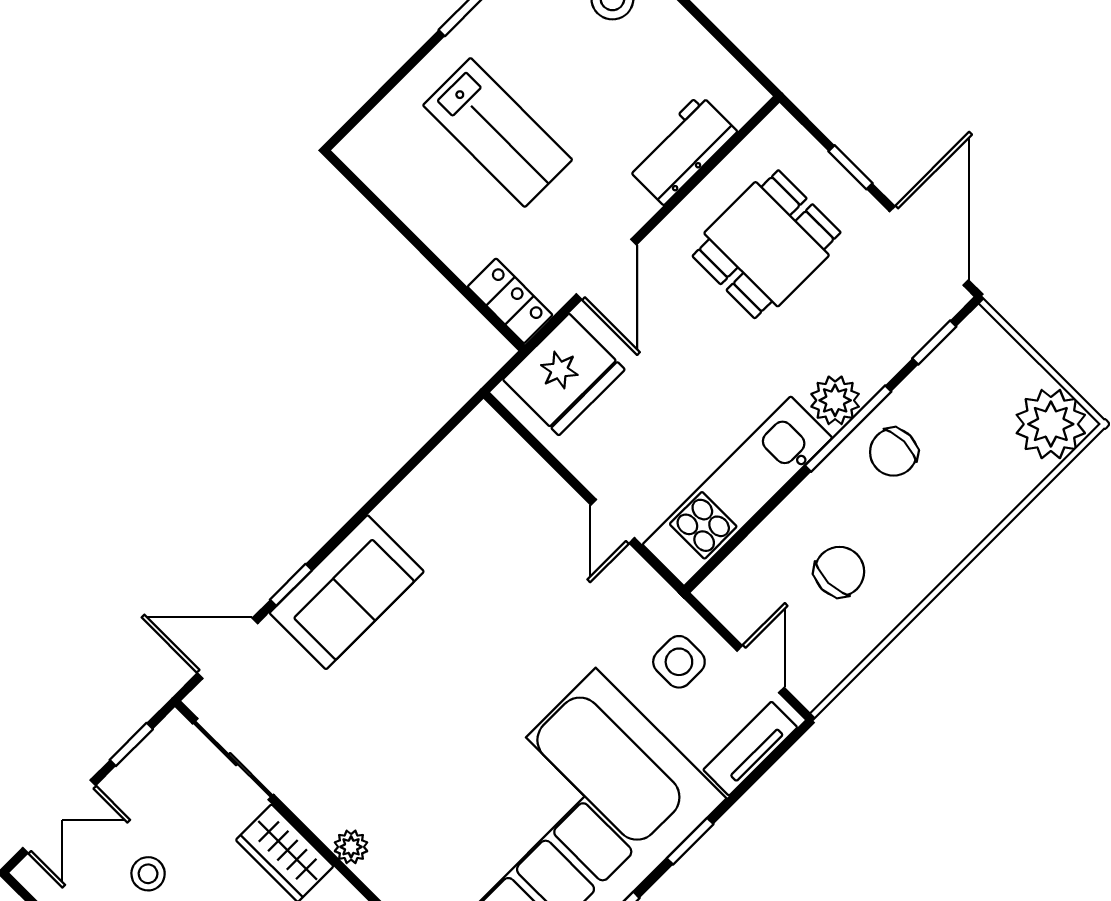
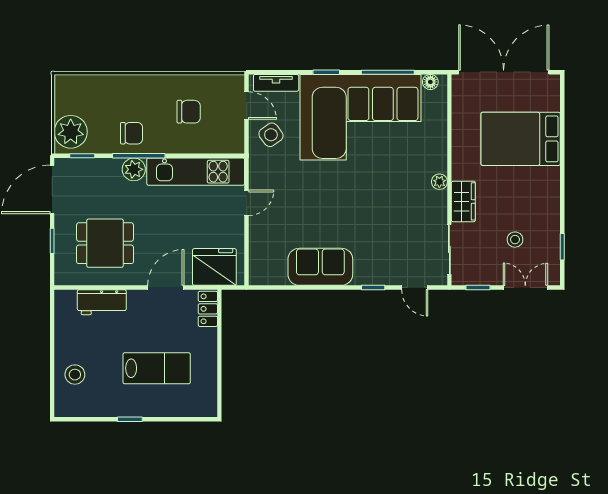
lab bench: (498, 132) -> (157, 368), turned 90
plant: (1051, 424) -> (71, 132), moved
chair: (839, 572) -> (189, 112), turned 180
sofa: (347, 592) -> (320, 267), moved
door: (227, 648) -> (415, 288), width x0.73
side table: (679, 662) -> (271, 135), turned -36
door: (761, 669) -> (247, 106), swing flipped

